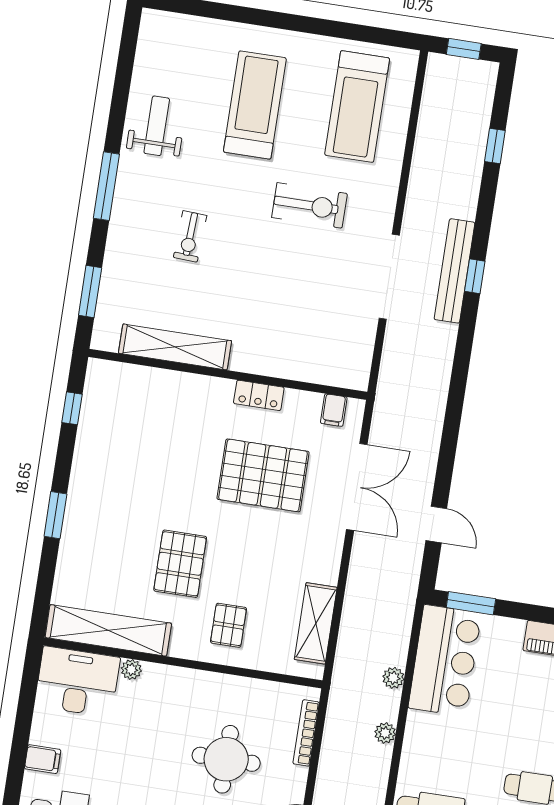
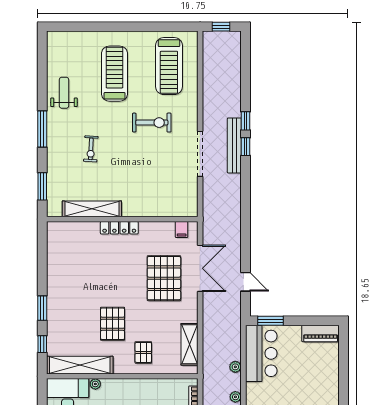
window: (495, 146) -> (246, 121), moved
locker: (259, 395) -> (119, 228), moved, width x1.53
window: (72, 408) -> (42, 344), moved
pallet: (263, 475) -> (164, 278), moved, turned 90

